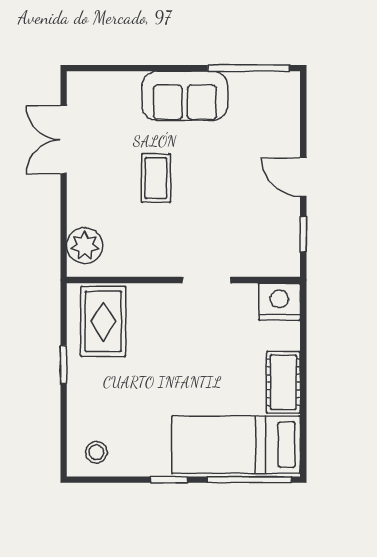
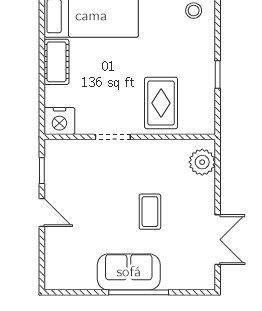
window: (249, 68) -> (139, 292), moved
rug: (103, 321) -> (161, 103), moved

